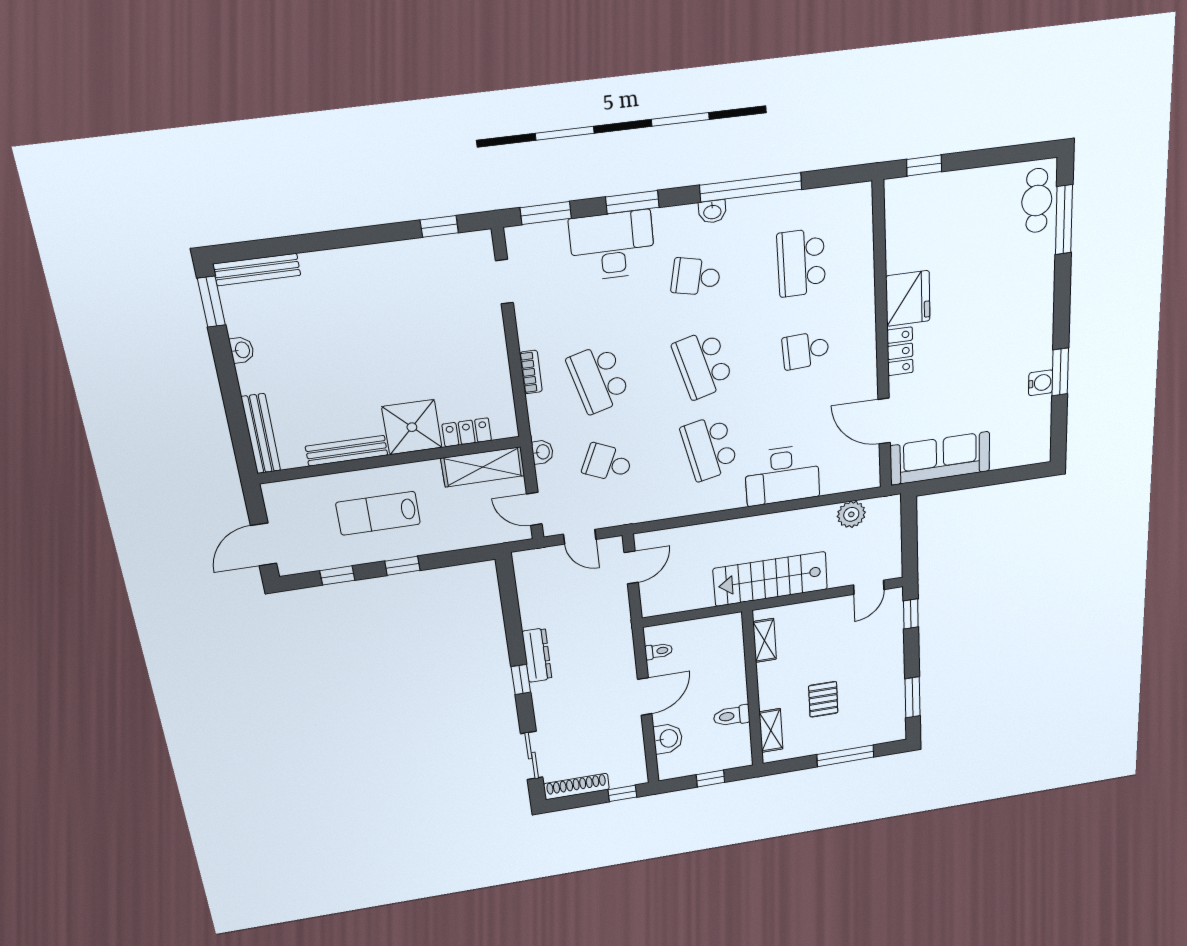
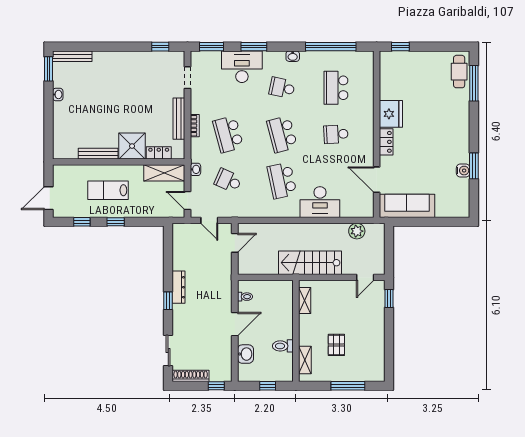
window: (751, 187) -> (331, 47), moved
bench: (261, 434) -> (179, 119), moved
window: (912, 697) -> (389, 353), removed

